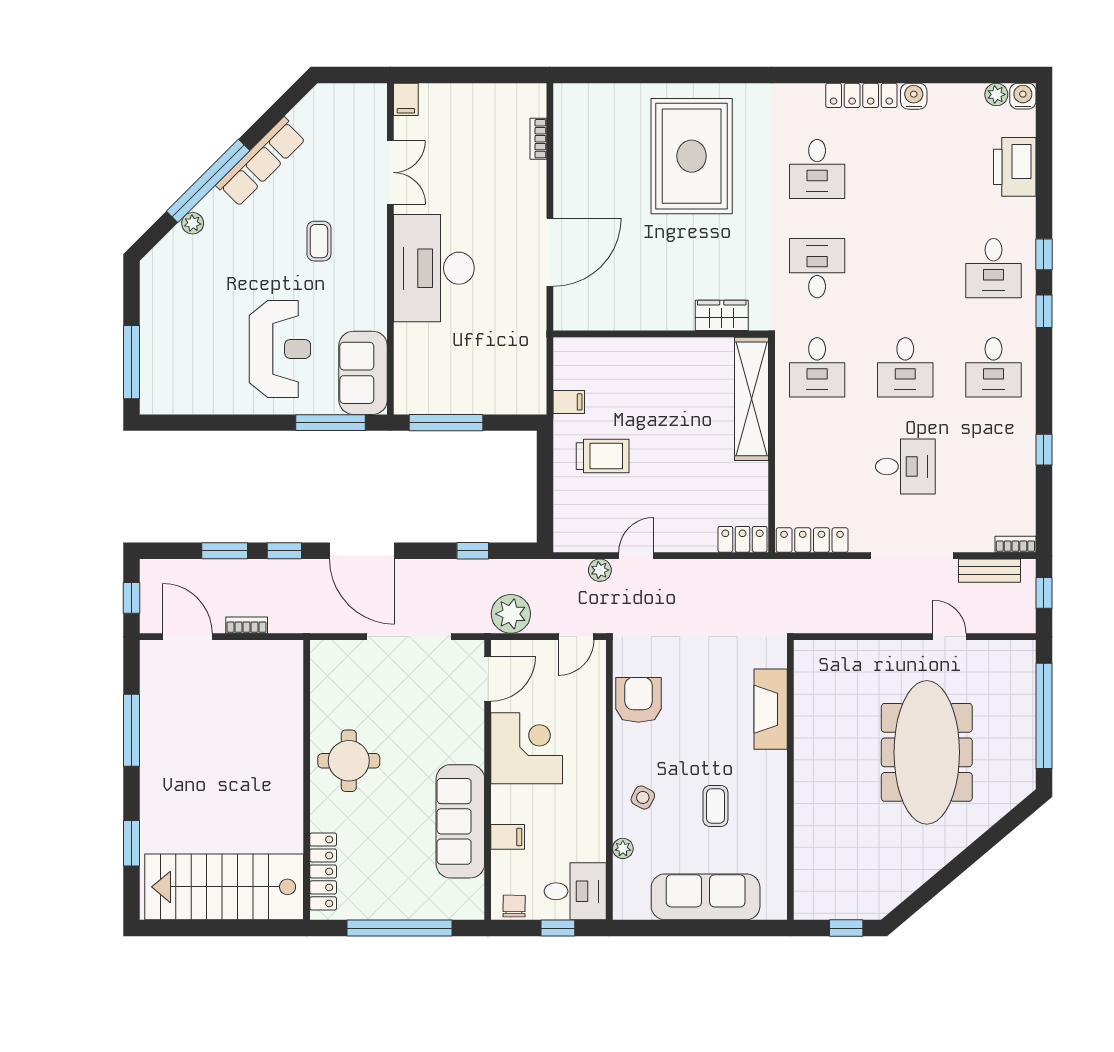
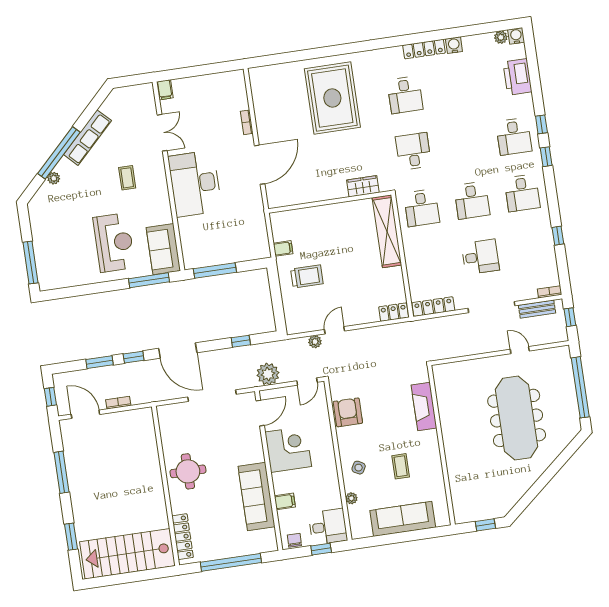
bookcase: (538, 139) -> (247, 122), moved

